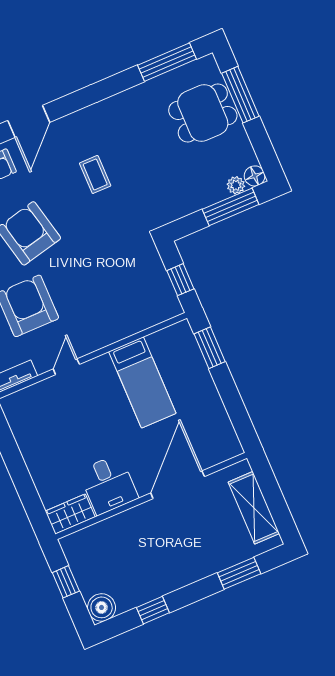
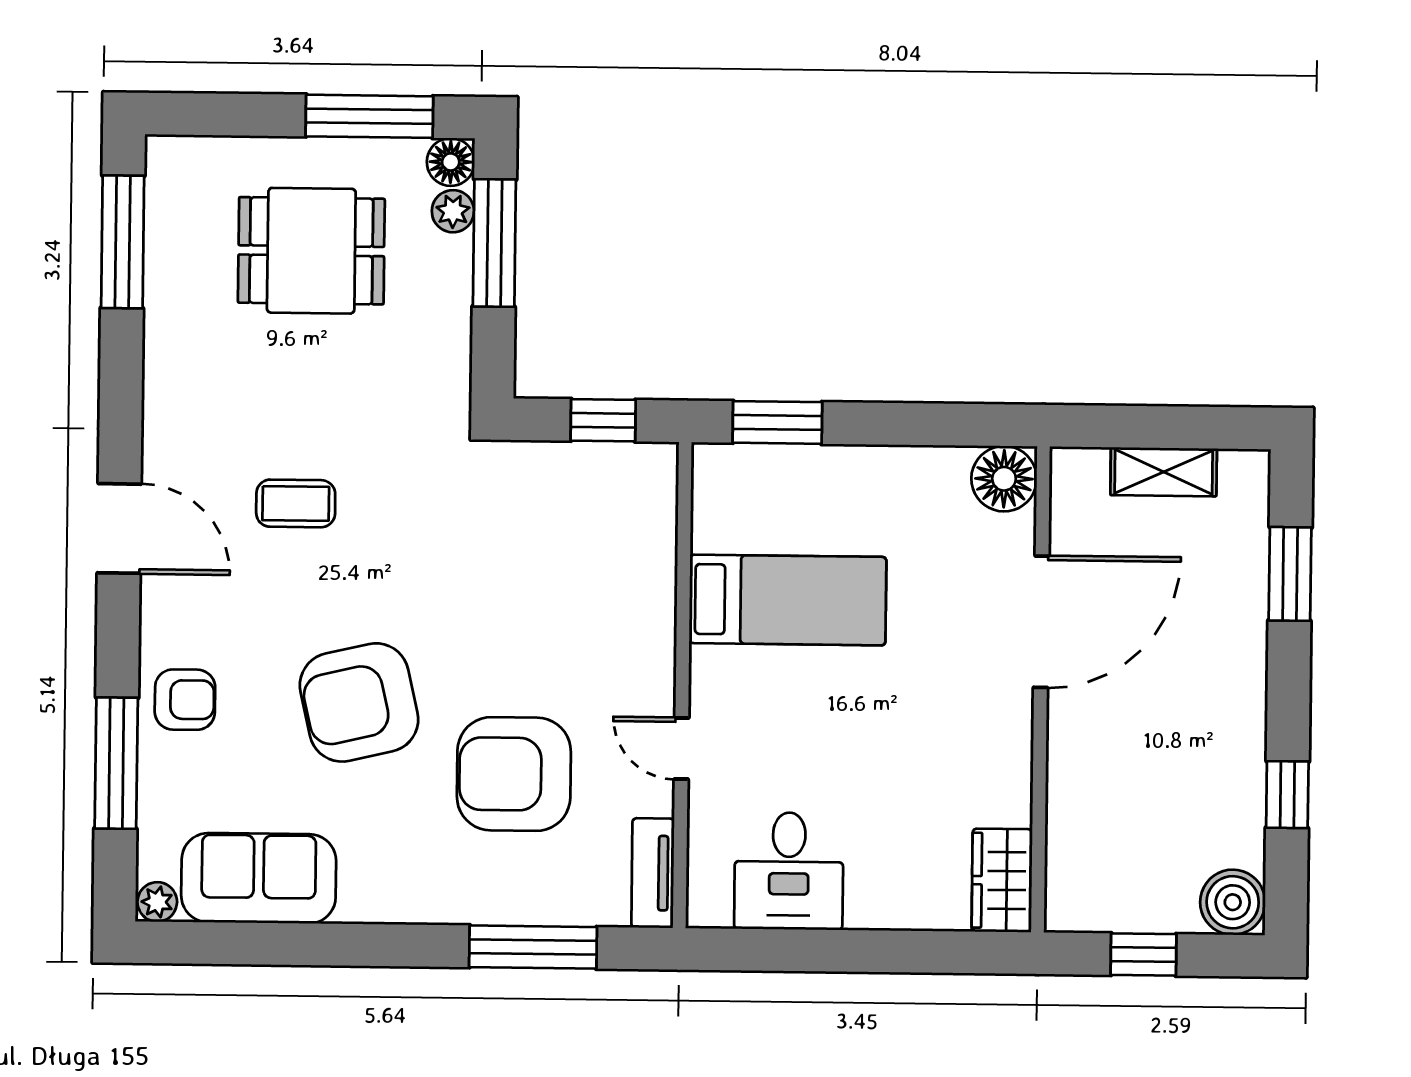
window: (240, 95) -> (369, 116), moved
dining table: (203, 113) -> (311, 251), moved, turned 90
door: (29, 121) -> (119, 528), moved
floor lamp: (227, 446) -> (1004, 479), added
desk: (108, 484) -> (789, 871), moved, turned 90
door: (178, 485) -> (1041, 622), swing flipped
shelving: (254, 508) -> (1164, 472), width x0.67, depth x0.75

